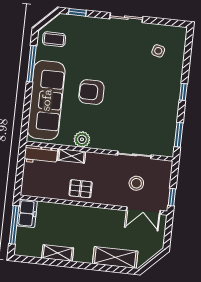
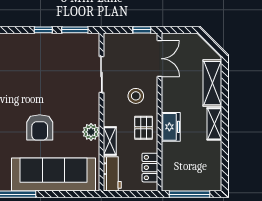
window: (183, 92) -> (43, 30), moved
stool: (136, 183) -> (136, 96), moved
locker: (43, 191) -> (150, 168), added
freezer: (27, 213) -> (171, 127), moved, turned 90
shelving: (58, 253) -> (214, 124), moved

